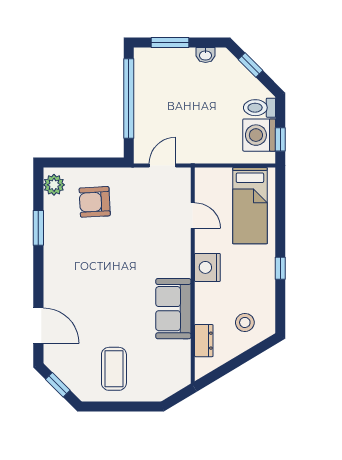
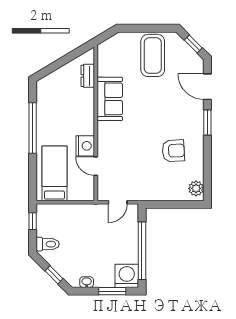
washing machine: (259, 135) -> (127, 276), moved, turned -90
armchair: (95, 202) -> (173, 151), moved
window: (38, 228) -> (207, 122), moved
nightstand: (207, 267) -> (85, 146), moved
window: (280, 268) -> (33, 128), width x3.17
stool: (245, 322) -> (58, 89), removed
coffee table: (114, 369) -> (153, 55), width x1.36, depth x1.32

